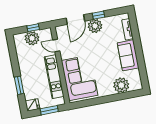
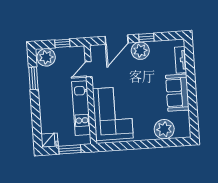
plant: (32, 38) -> (46, 57), moved
door: (56, 45) -> (89, 69), hinge flipped
window: (19, 85) -> (33, 78), moved

